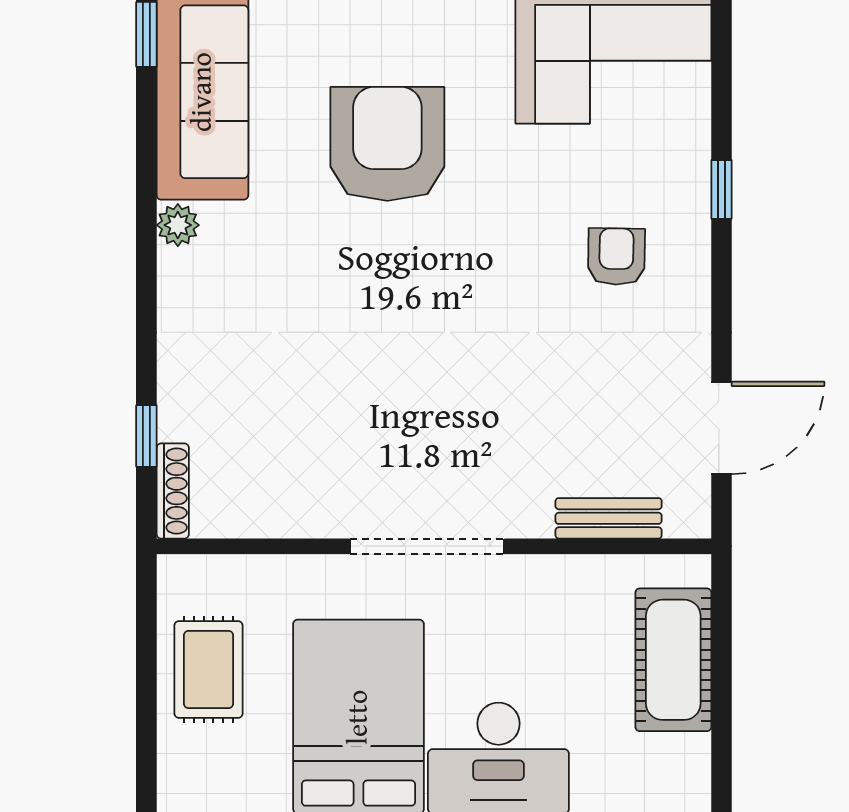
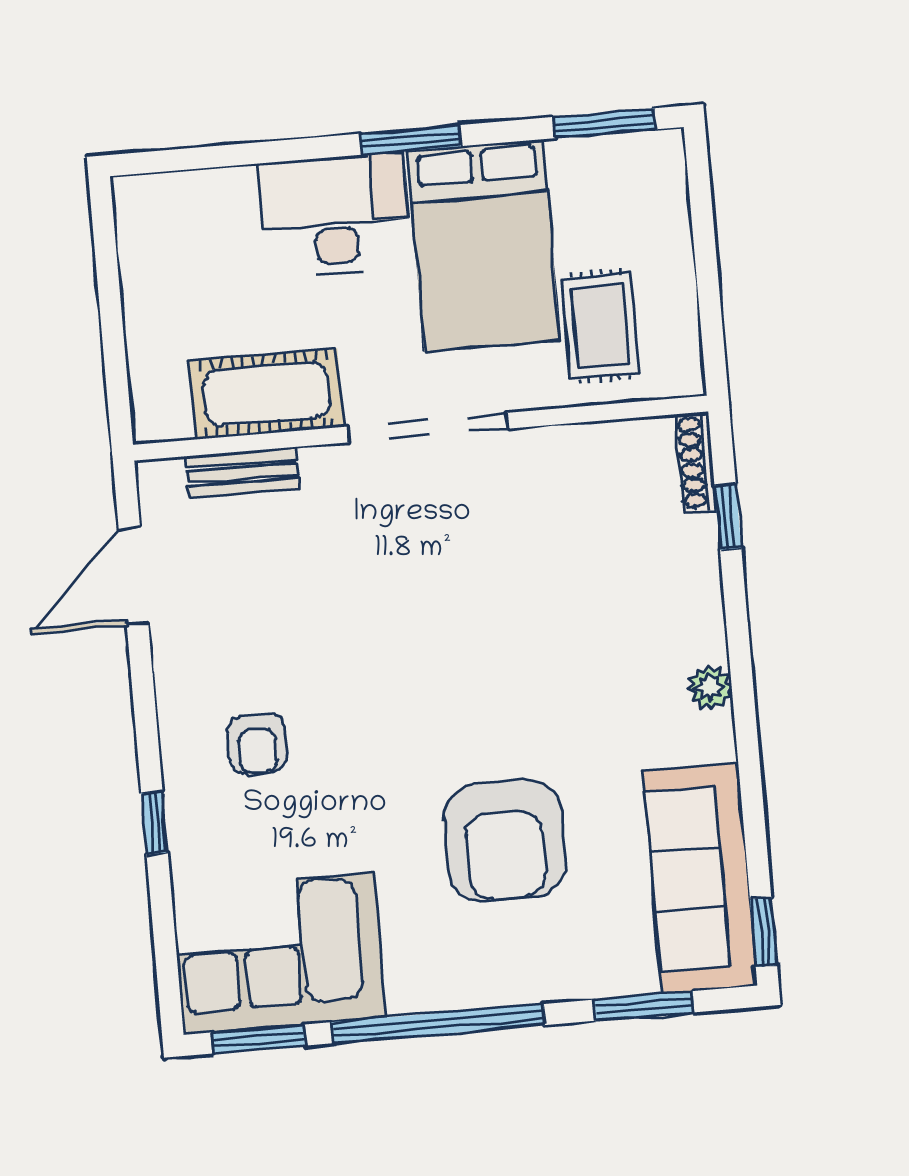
plant: (178, 225) -> (710, 687), moved
cot: (673, 660) -> (266, 394), moved, turned 90
rug: (208, 669) -> (601, 326), moved

